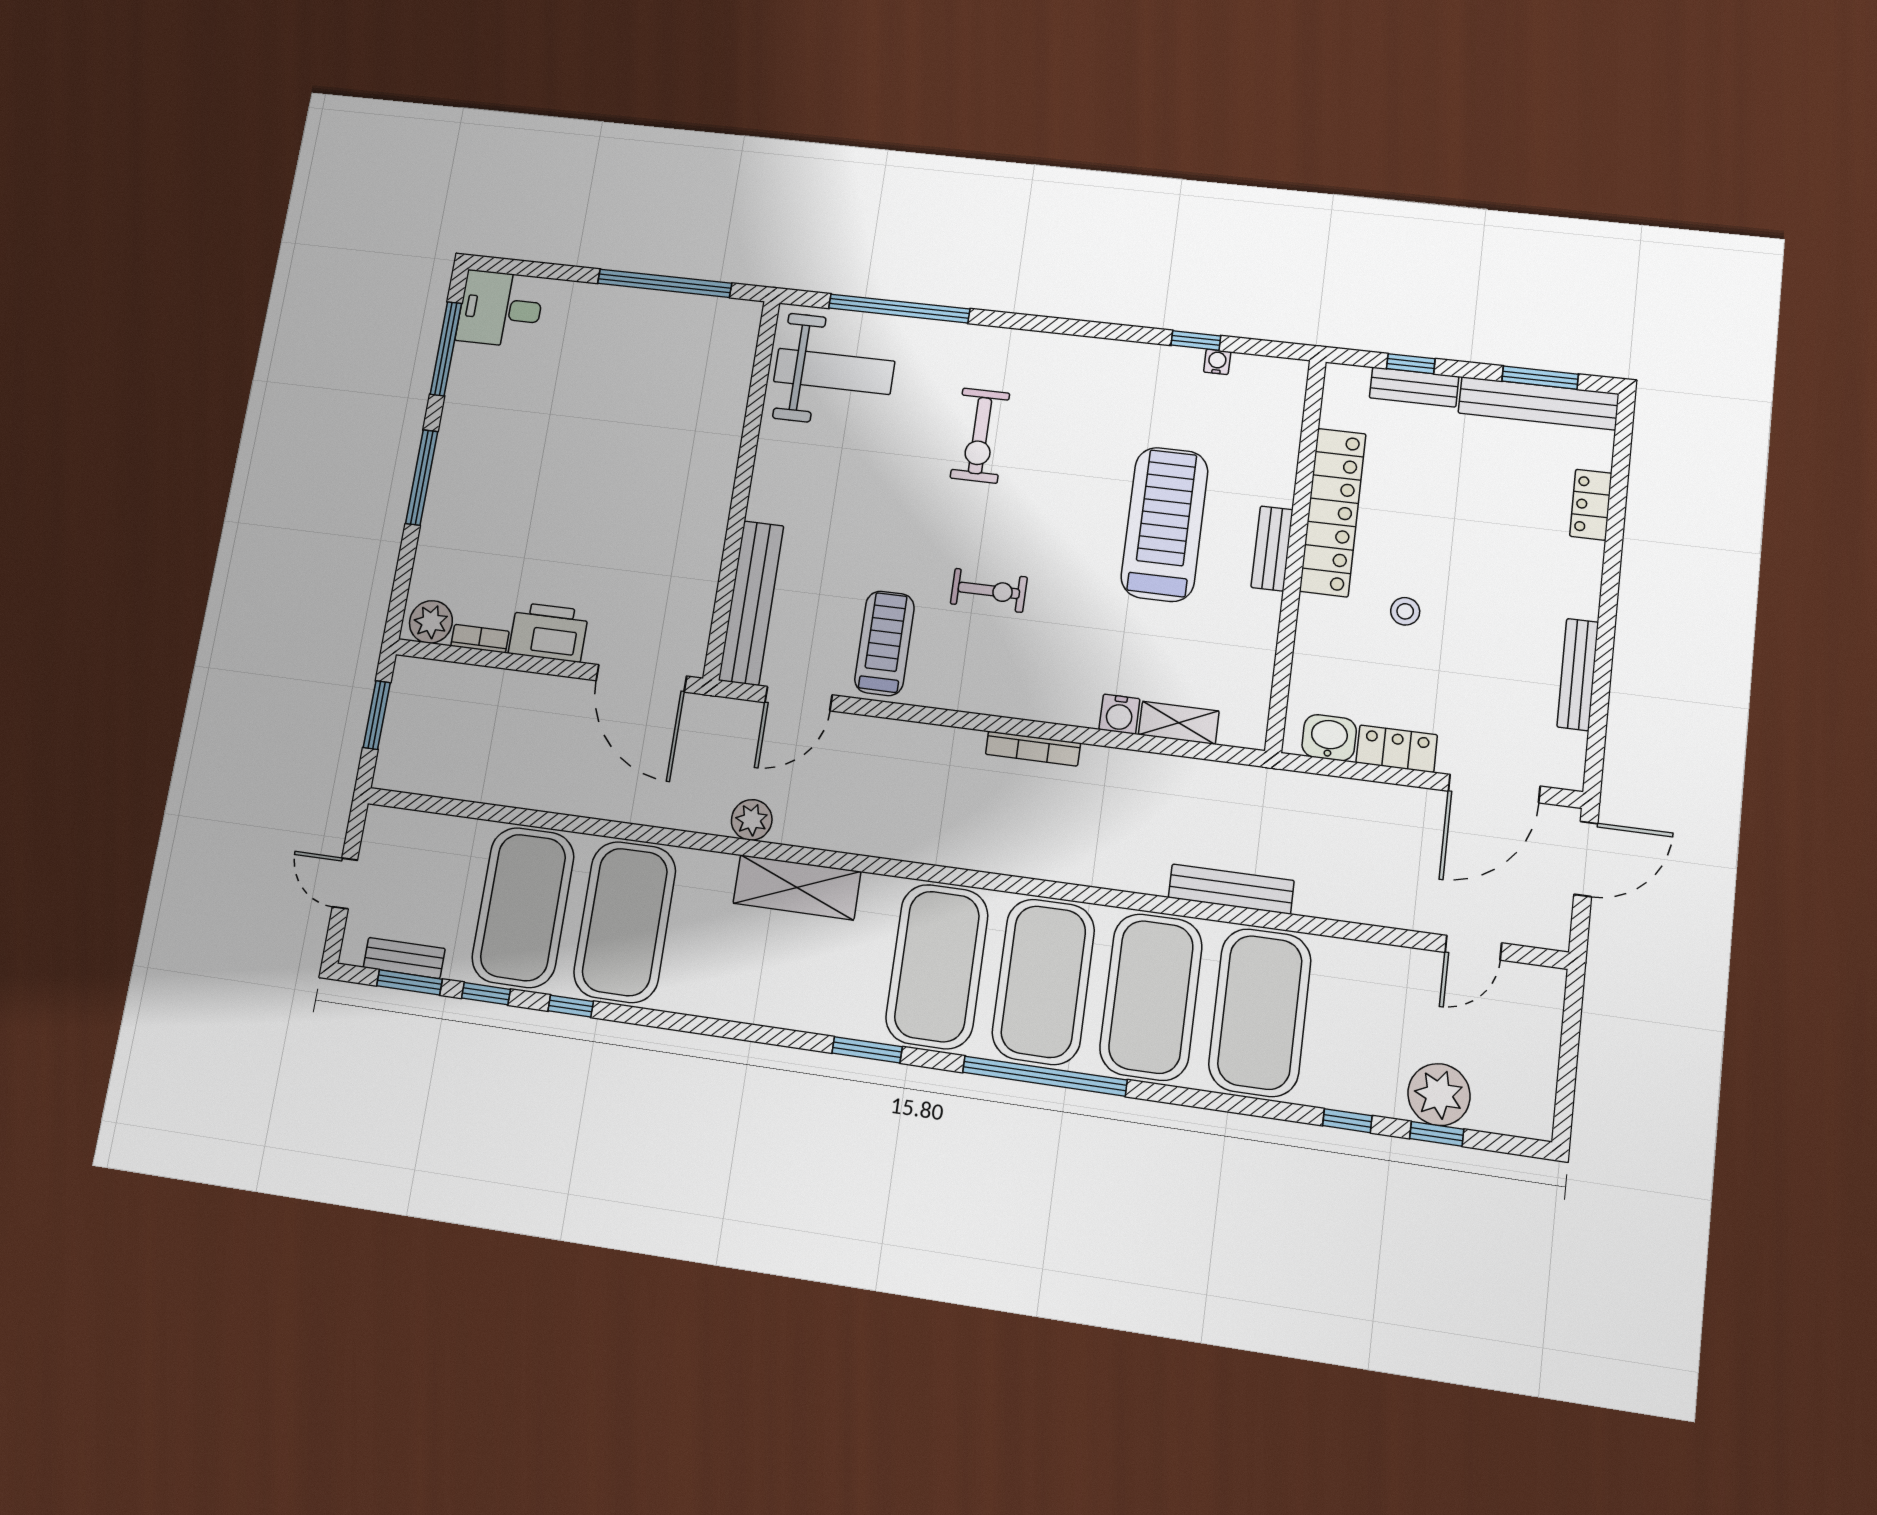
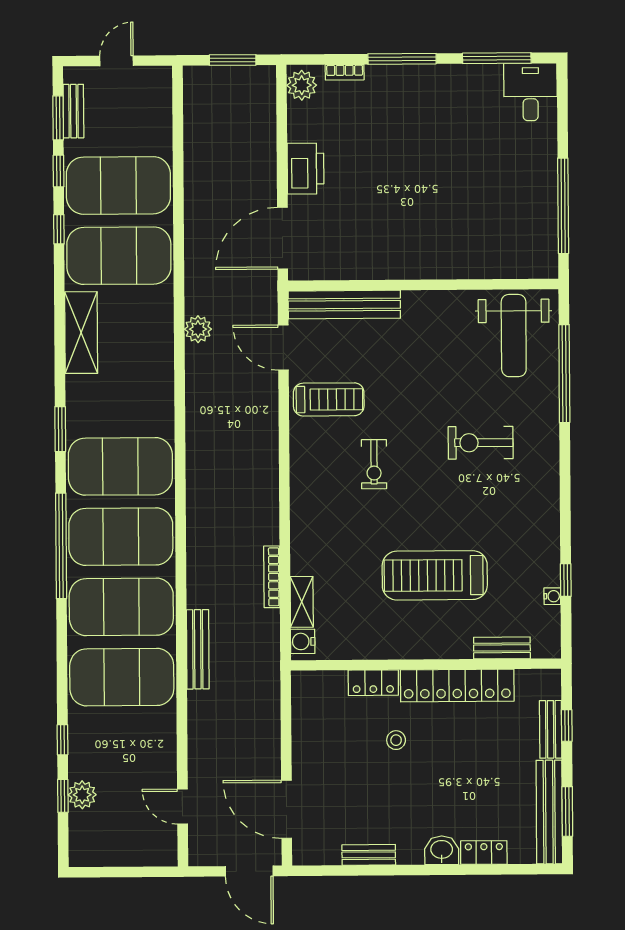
treadmill: (1165, 524) -> (435, 575), turned 180
bench: (1272, 548) -> (502, 648), moved
bookcase: (480, 639) -> (345, 72), moved, turned 90
bench: (1578, 674) -> (369, 855), width x0.73
water cooler: (1119, 714) -> (303, 641), moved
washbasin: (1329, 738) -> (442, 850), moved, turned -90
bookcase: (1033, 749) -> (272, 577), moved
locker: (1397, 749) -> (373, 683), moved, turned 90
shelving: (797, 887) -> (81, 333), moved
plant: (1439, 1095) -> (82, 795), width x0.73, depth x0.73

